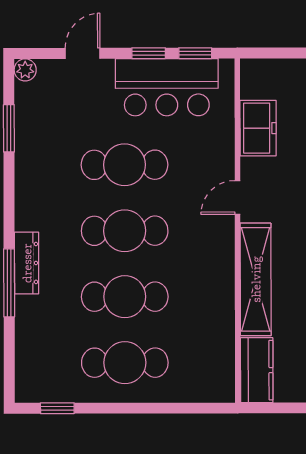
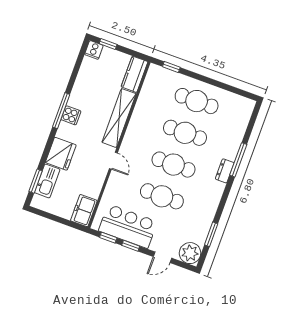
plant: (25, 70) -> (190, 253), width x1.88, depth x1.88
freezer: (258, 128) -> (84, 211), moved
door: (237, 197) -> (113, 161), hinge flipped
dresser: (27, 263) -> (225, 171), width x0.70
window: (57, 408) -> (171, 67), moved

